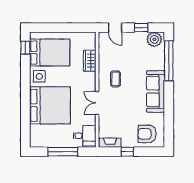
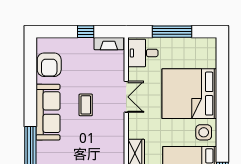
coffee table: (115, 79) -> (86, 105), moved
armchair: (147, 134) -> (49, 65), moved, turned 90

